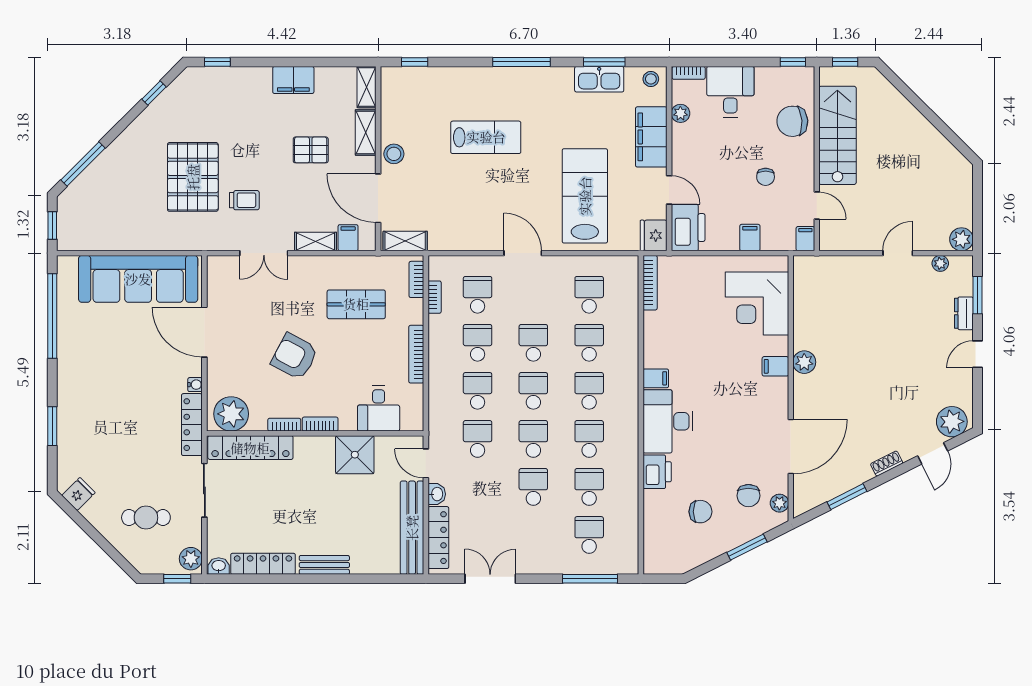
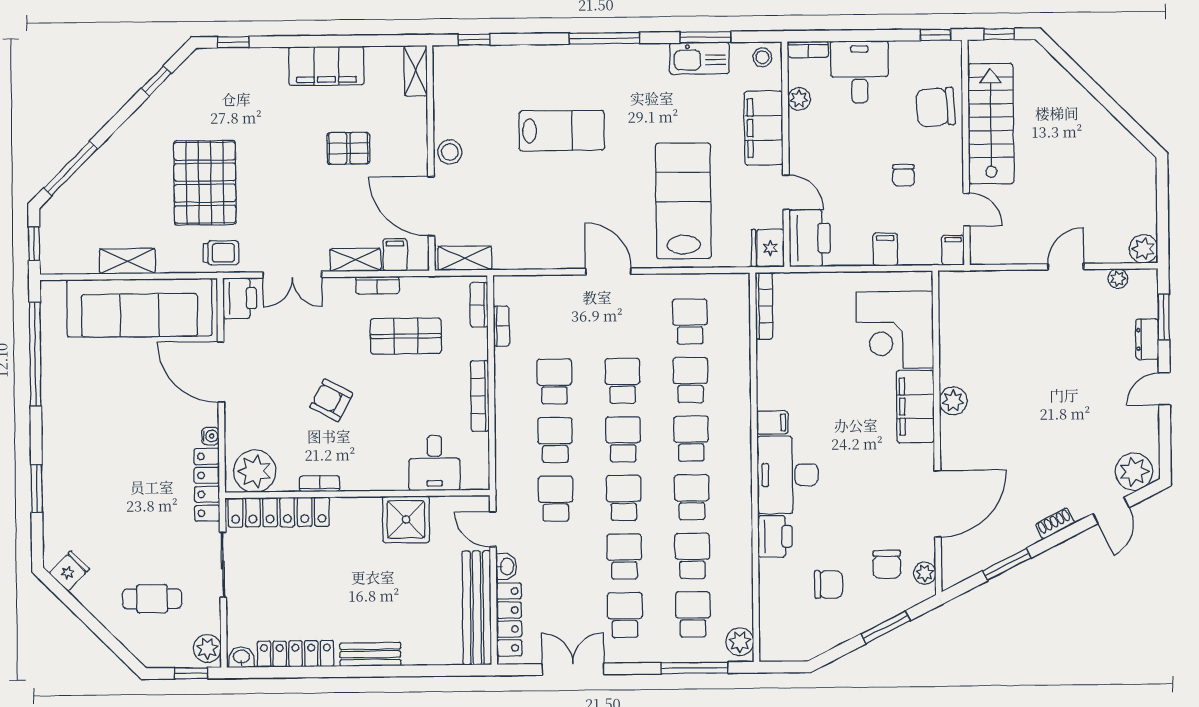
filing cabinet: (293, 80) -> (326, 66), width x1.50, depth x1.17
shelving: (366, 132) -> (127, 261), moved, turned 90
trolley: (244, 200) -> (221, 253), moved
printer: (220, 272) -> (240, 298), added
school desk: (478, 295) -> (625, 615), moved
armchair: (295, 356) -> (331, 400), width x0.72, depth x0.72
filing cabinet: (775, 366) -> (915, 406), width x3.00, depth x1.17
bookcase: (320, 424) -> (377, 285), moved, turned 180
plant: (627, 558) -> (740, 642), added

